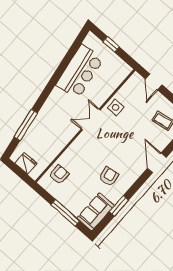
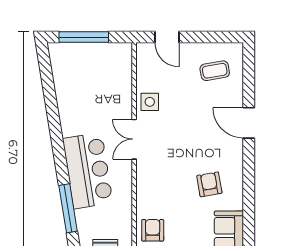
window: (111, 44) -> (84, 37), width x2.17
bar counter: (80, 72) -> (88, 171), moved
window: (119, 206) -> (249, 207), removed

